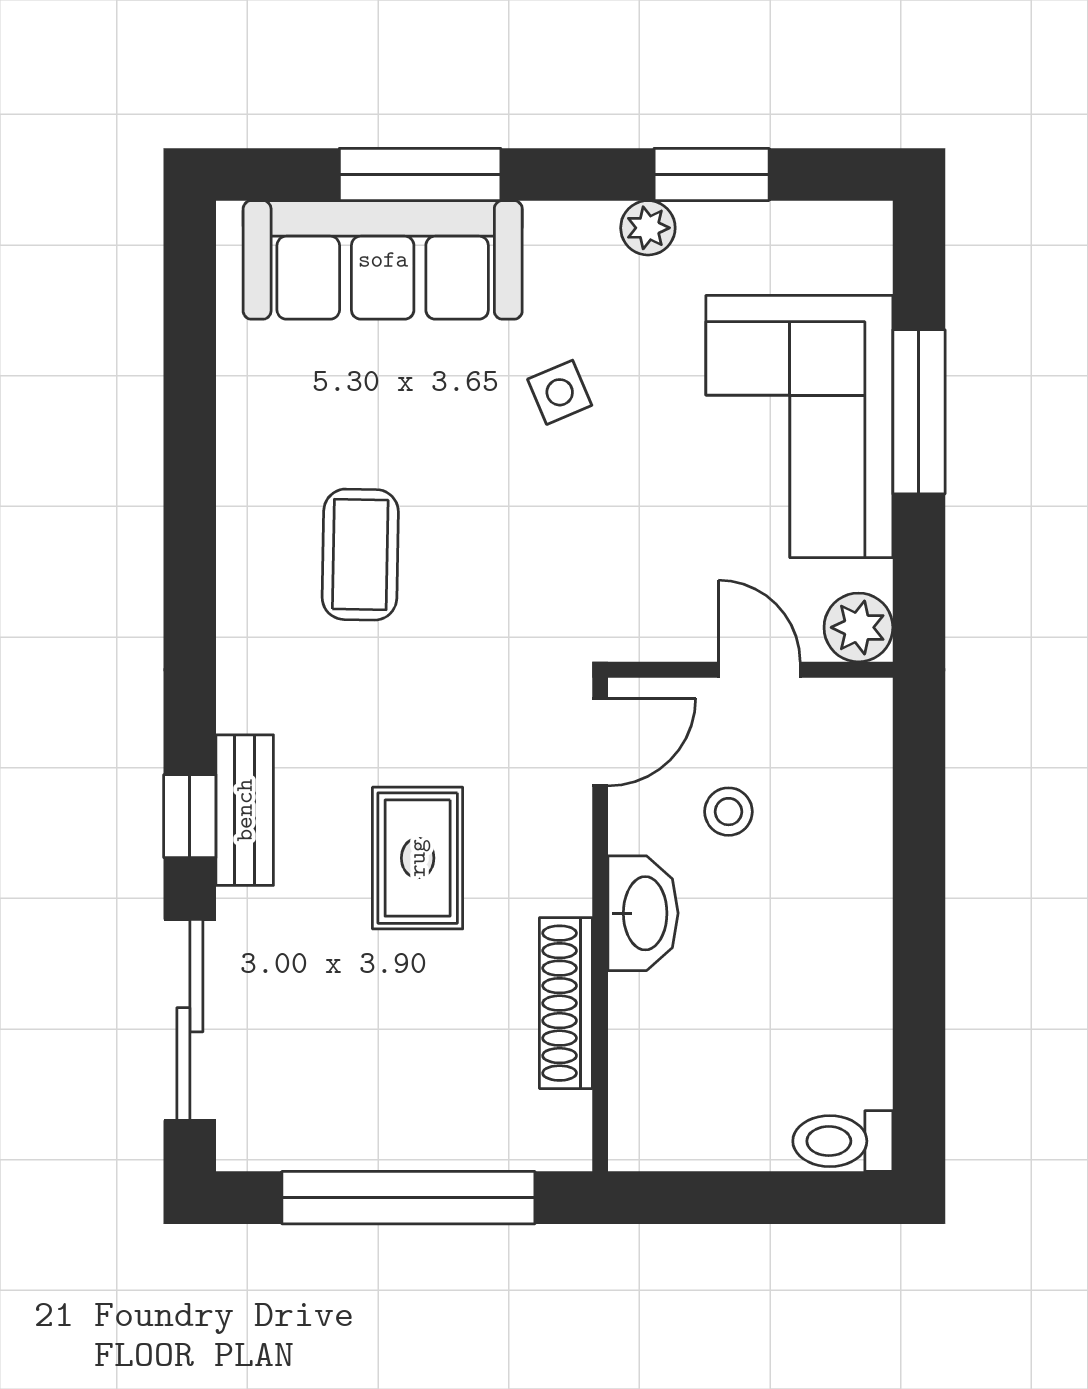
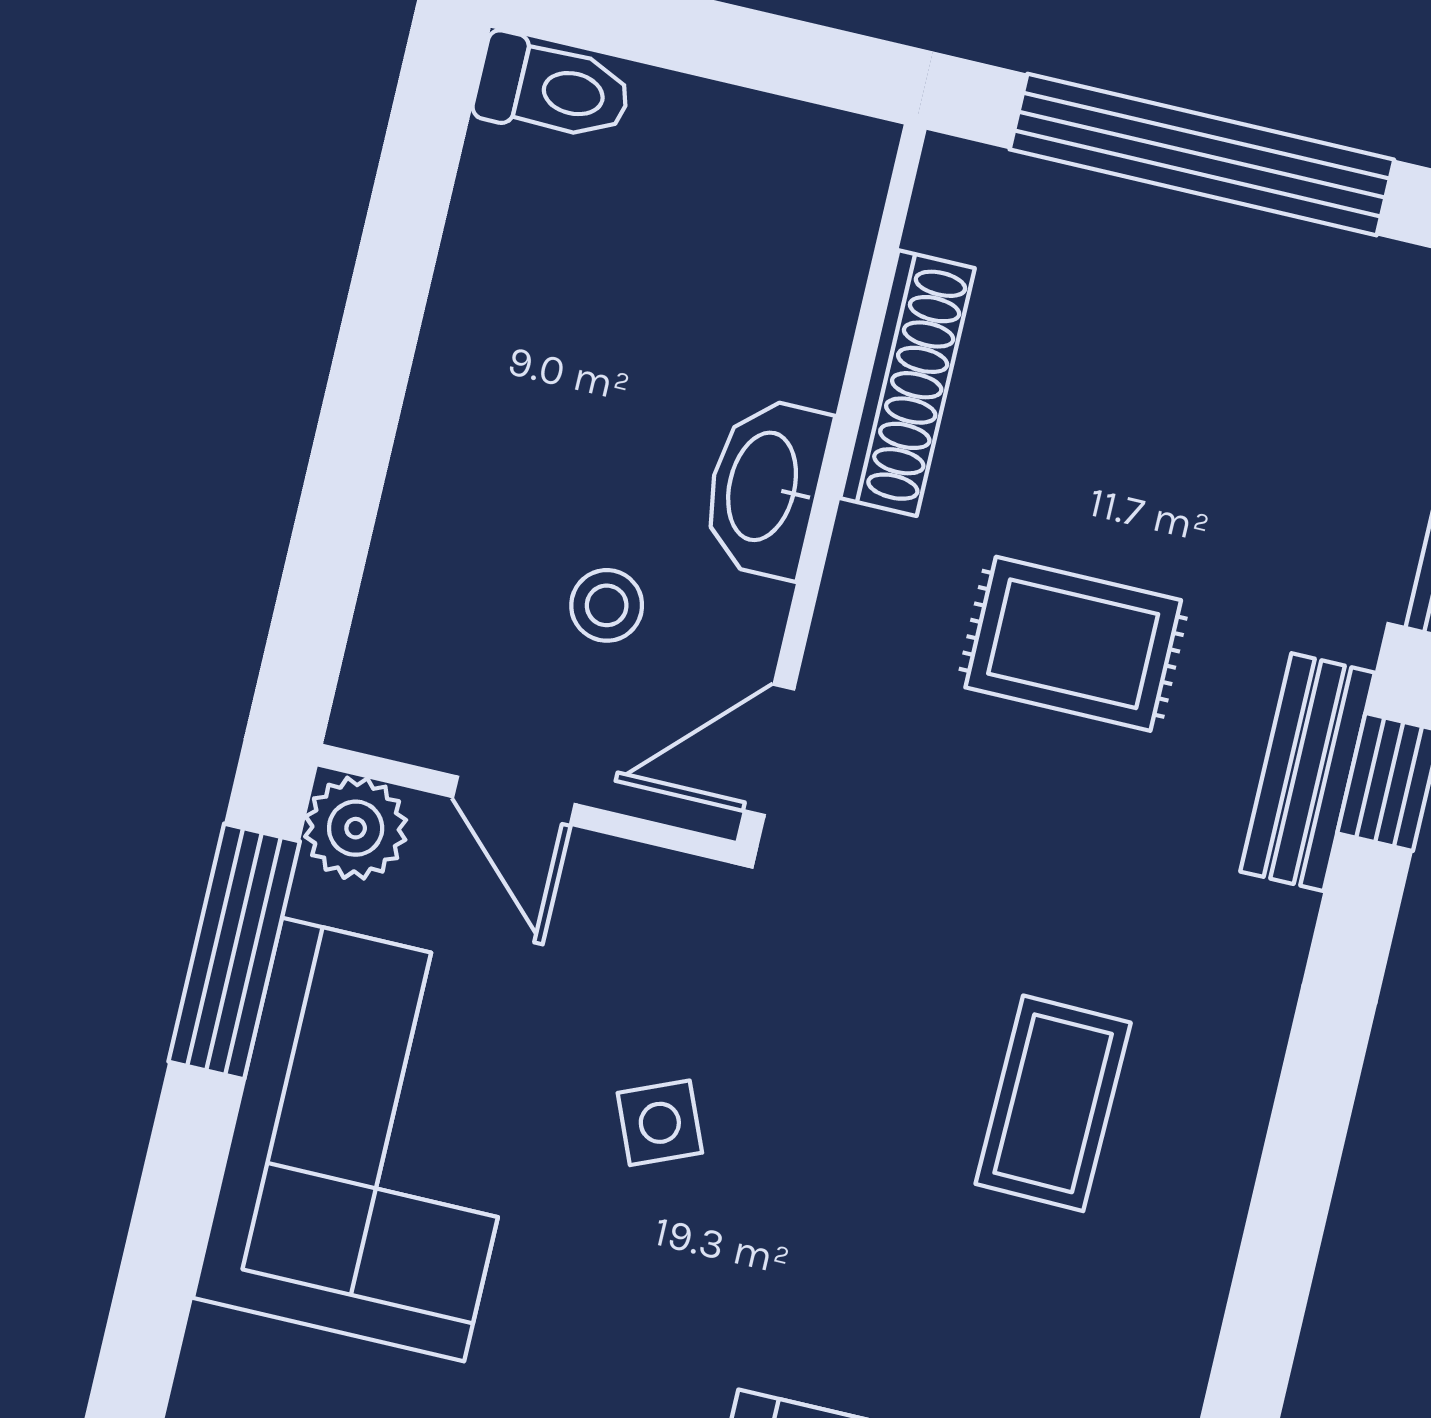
side table: (560, 392) -> (660, 1123), moved
window: (919, 412) -> (234, 951), moved
rug: (418, 858) -> (1073, 644), turned 90

